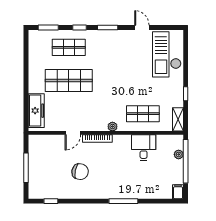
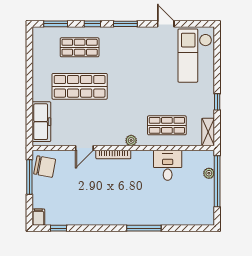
window: (26, 168) -> (29, 177), moved
chair: (80, 172) -> (45, 167), moved
filing cabinet: (178, 192) -> (38, 217), moved

